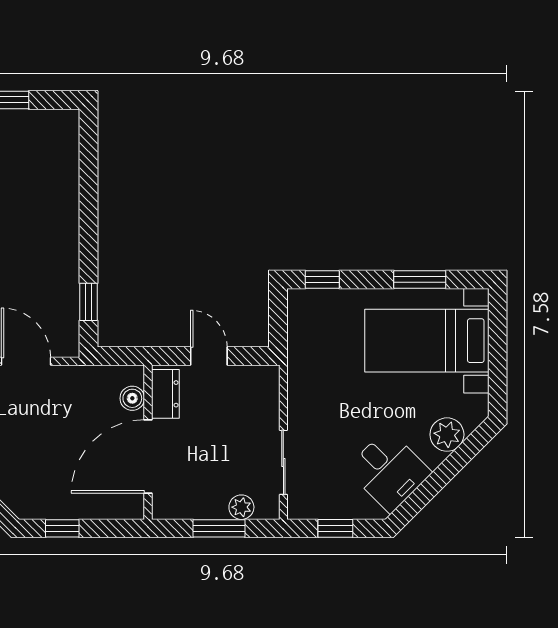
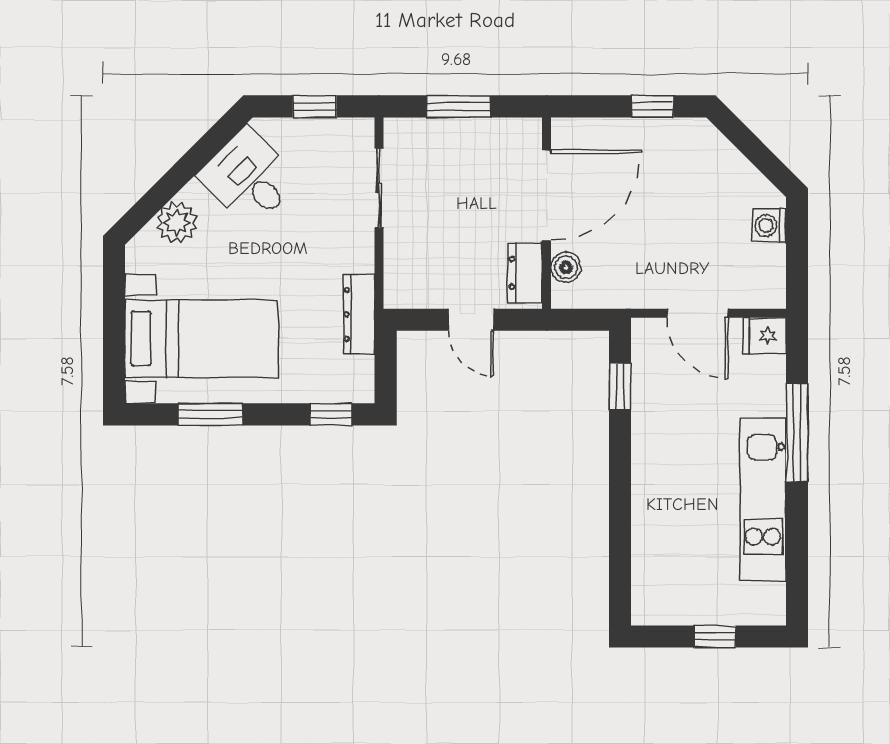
dresser: (300, 360) -> (359, 314), added
plant: (241, 507) -> (431, 133), removed

